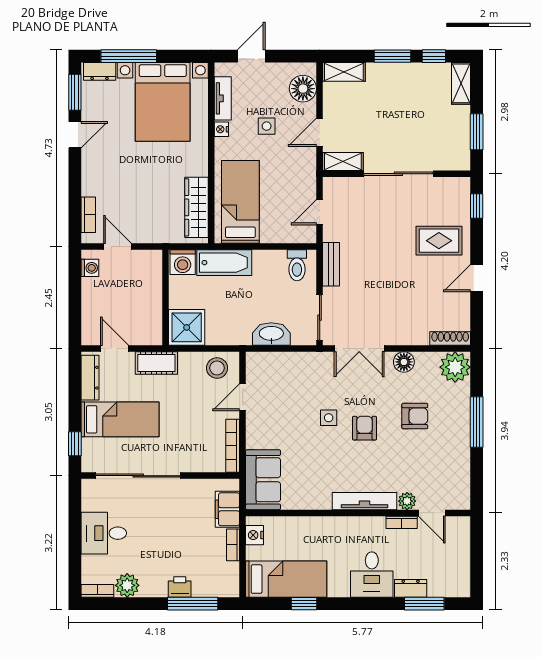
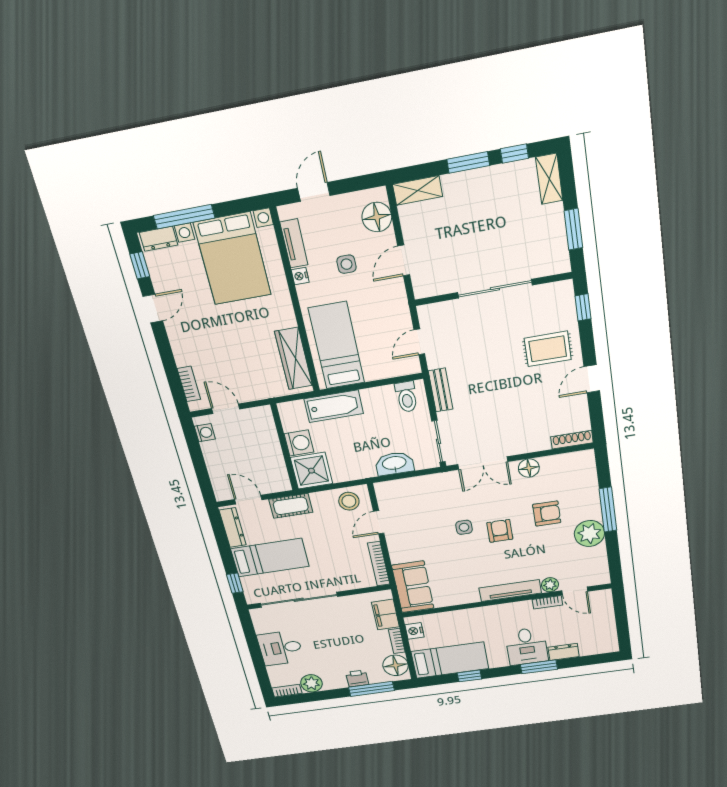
window: (75, 92) -> (140, 265), width x0.67
shelving: (343, 161) -> (434, 287), removed
washing machine: (183, 262) -> (299, 443), moved, turned -90
plant: (455, 367) -> (589, 534), moved
floor lamp: (225, 576) -> (396, 665), added
window: (424, 604) -> (539, 667), moved

